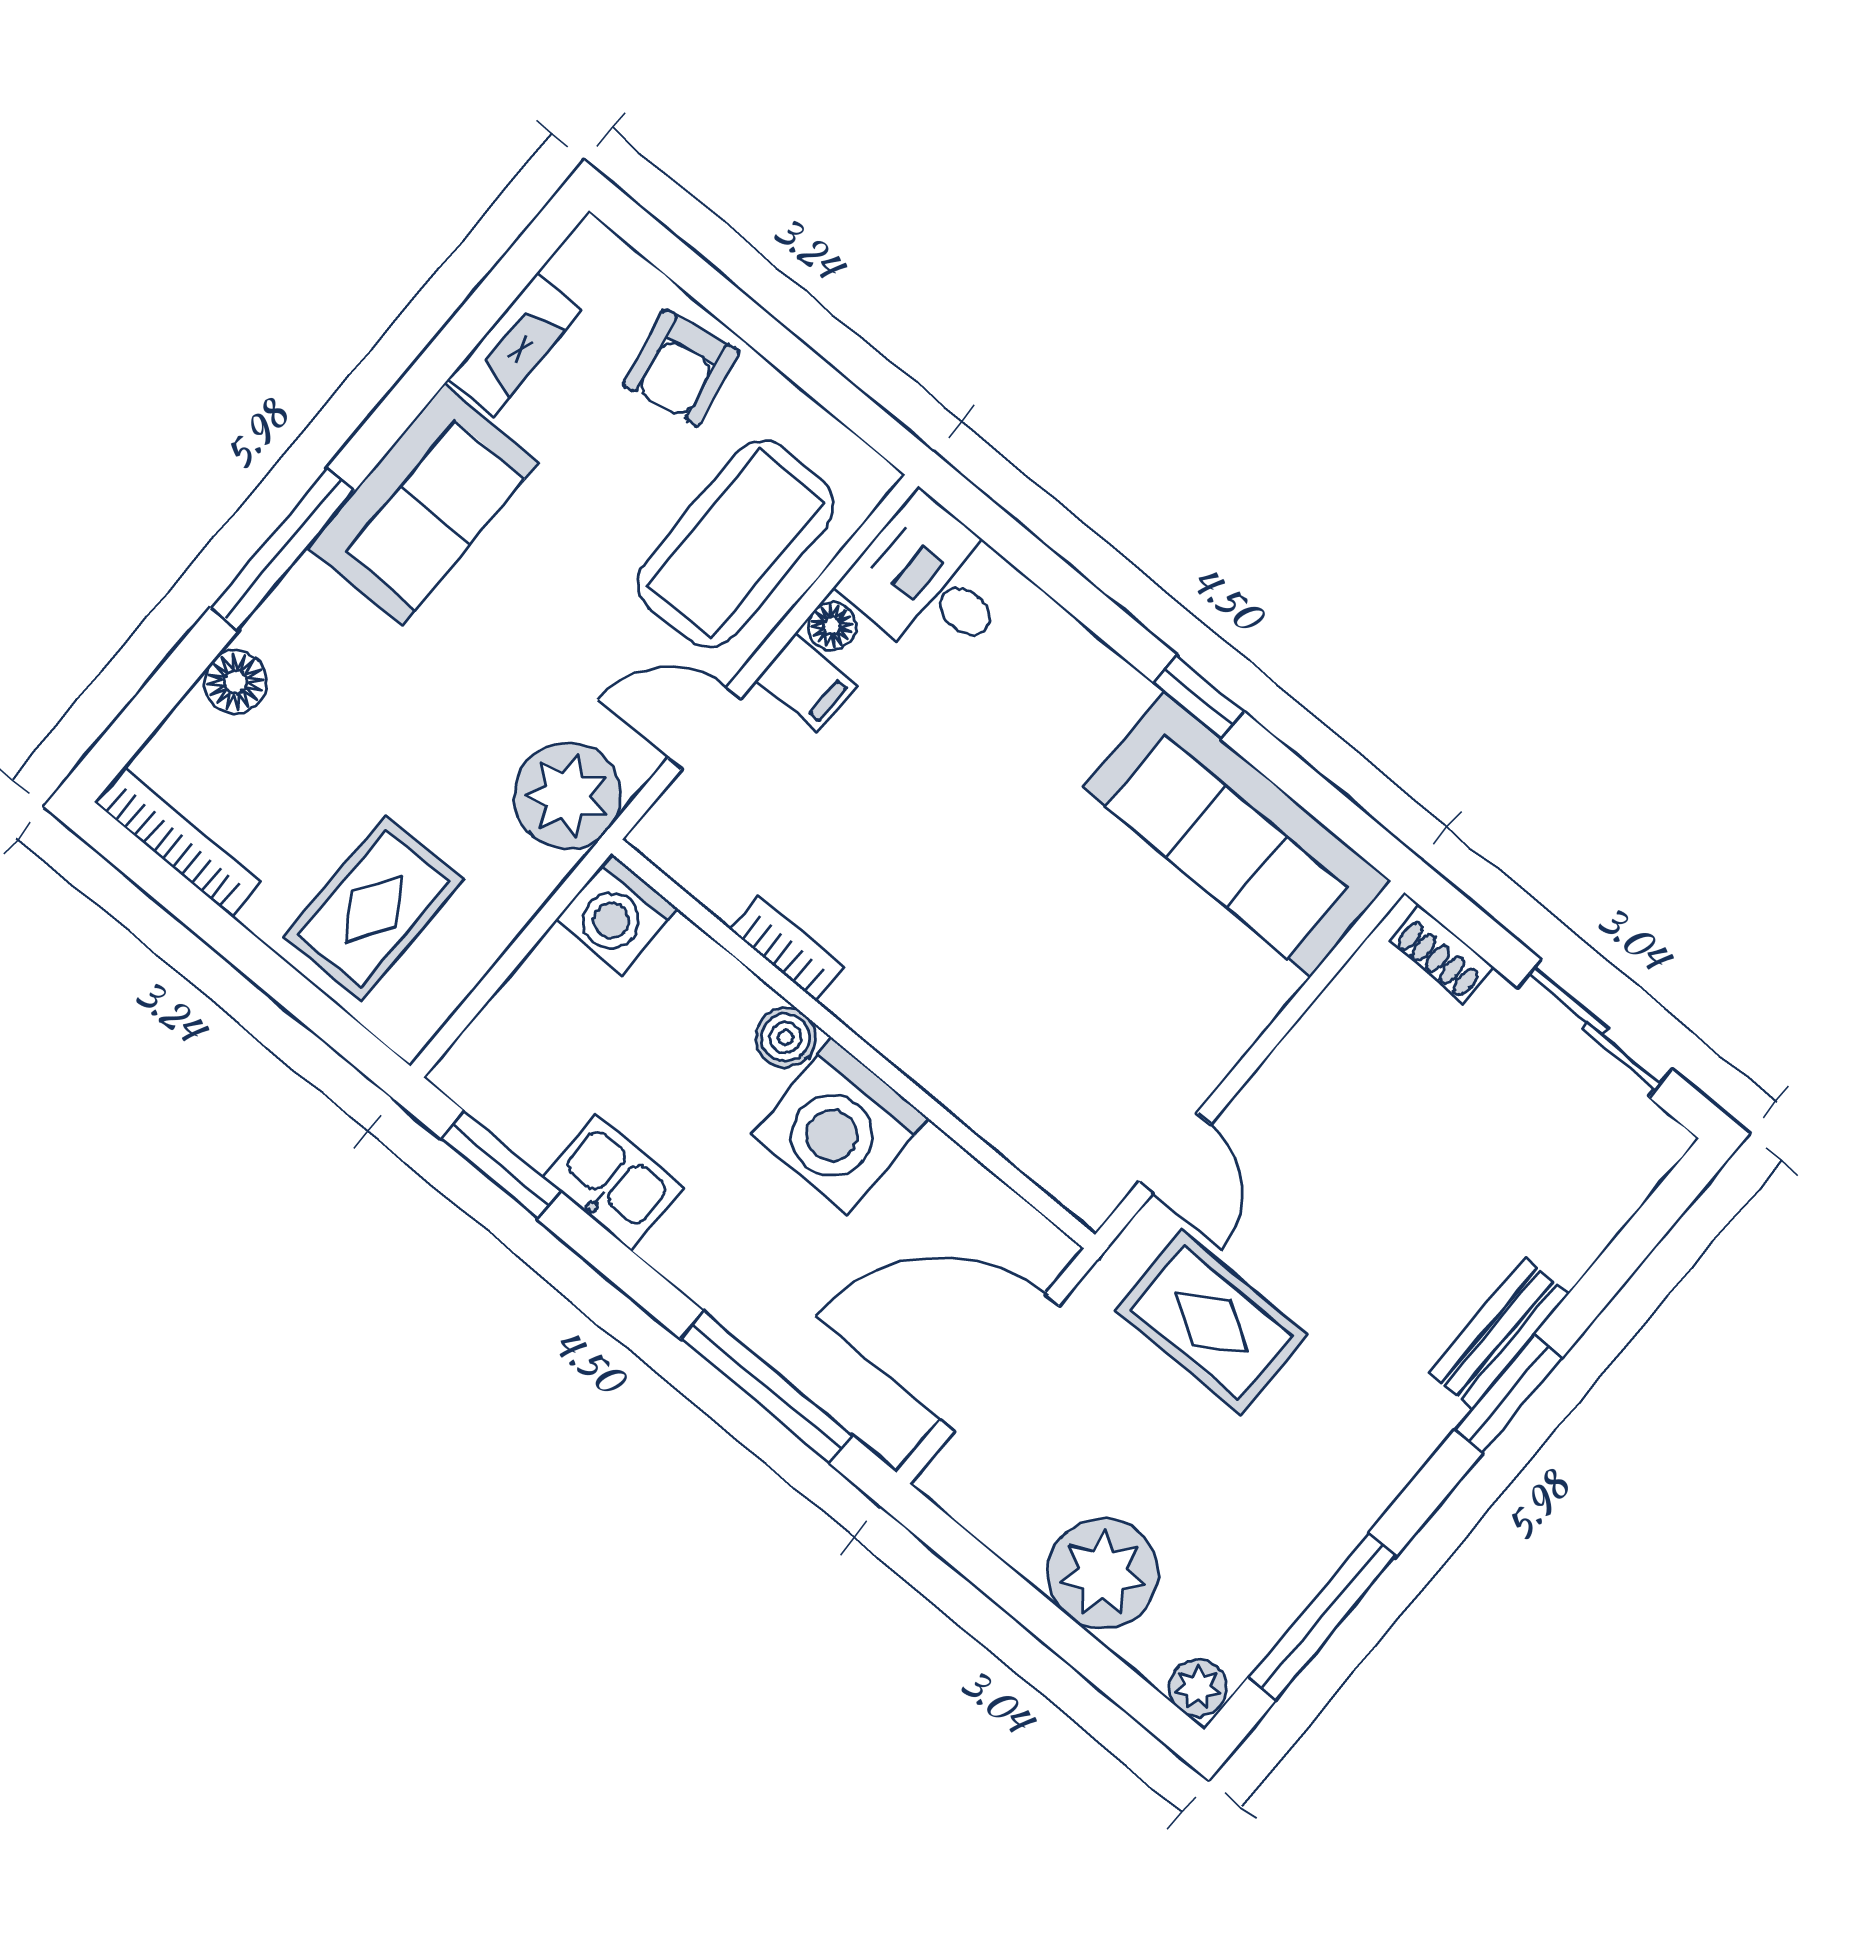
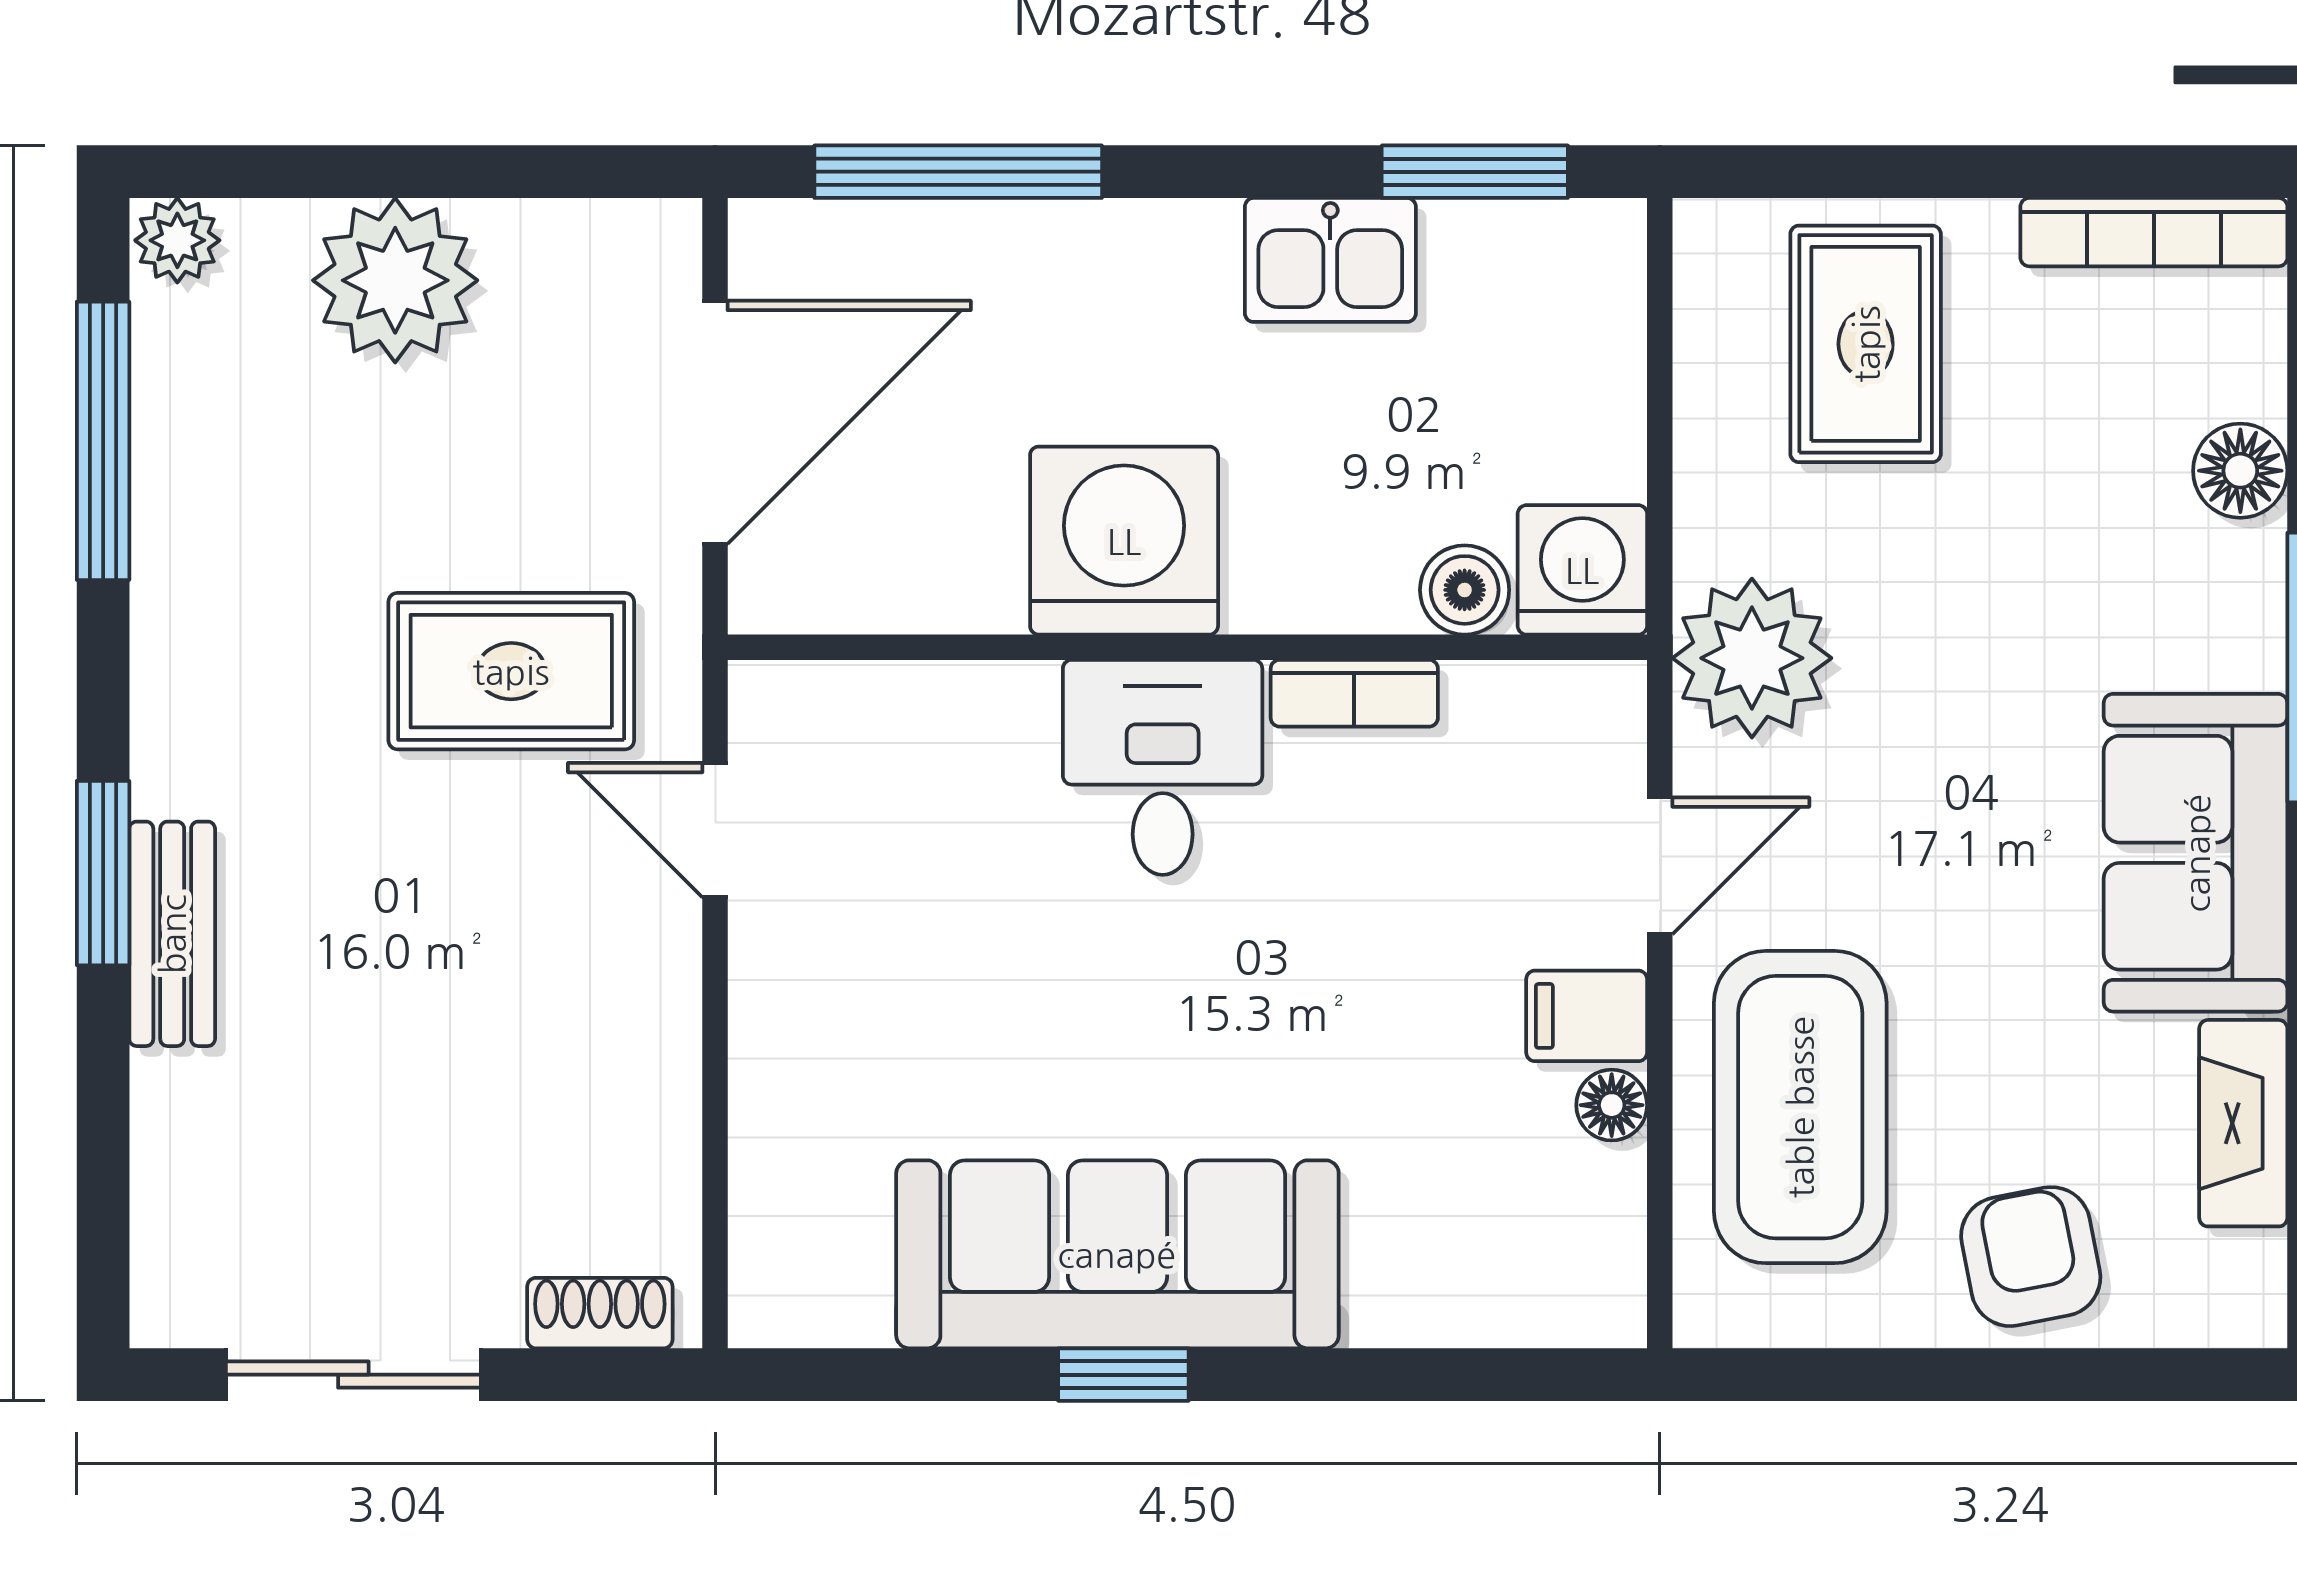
desk: (931, 583) -> (1163, 767), moved, turned -90
sofa: (1237, 834) -> (1117, 1254), moved
boiler: (785, 1037) -> (1465, 590), moved

